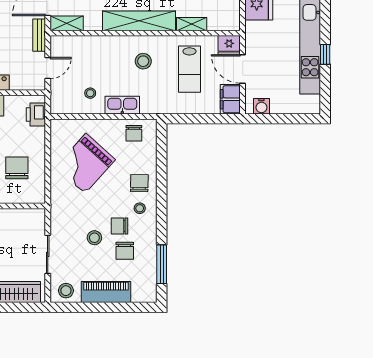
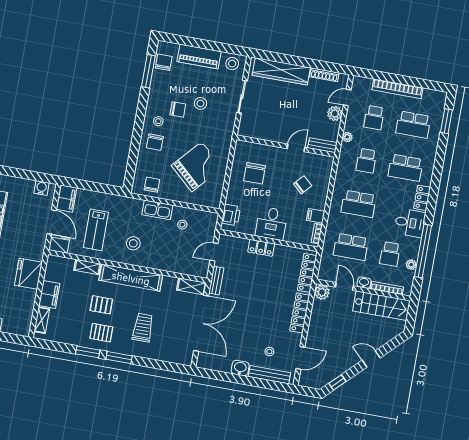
lab bench: (189, 69) -> (96, 230), turned 180
chair: (125, 251) -> (164, 62), moved

